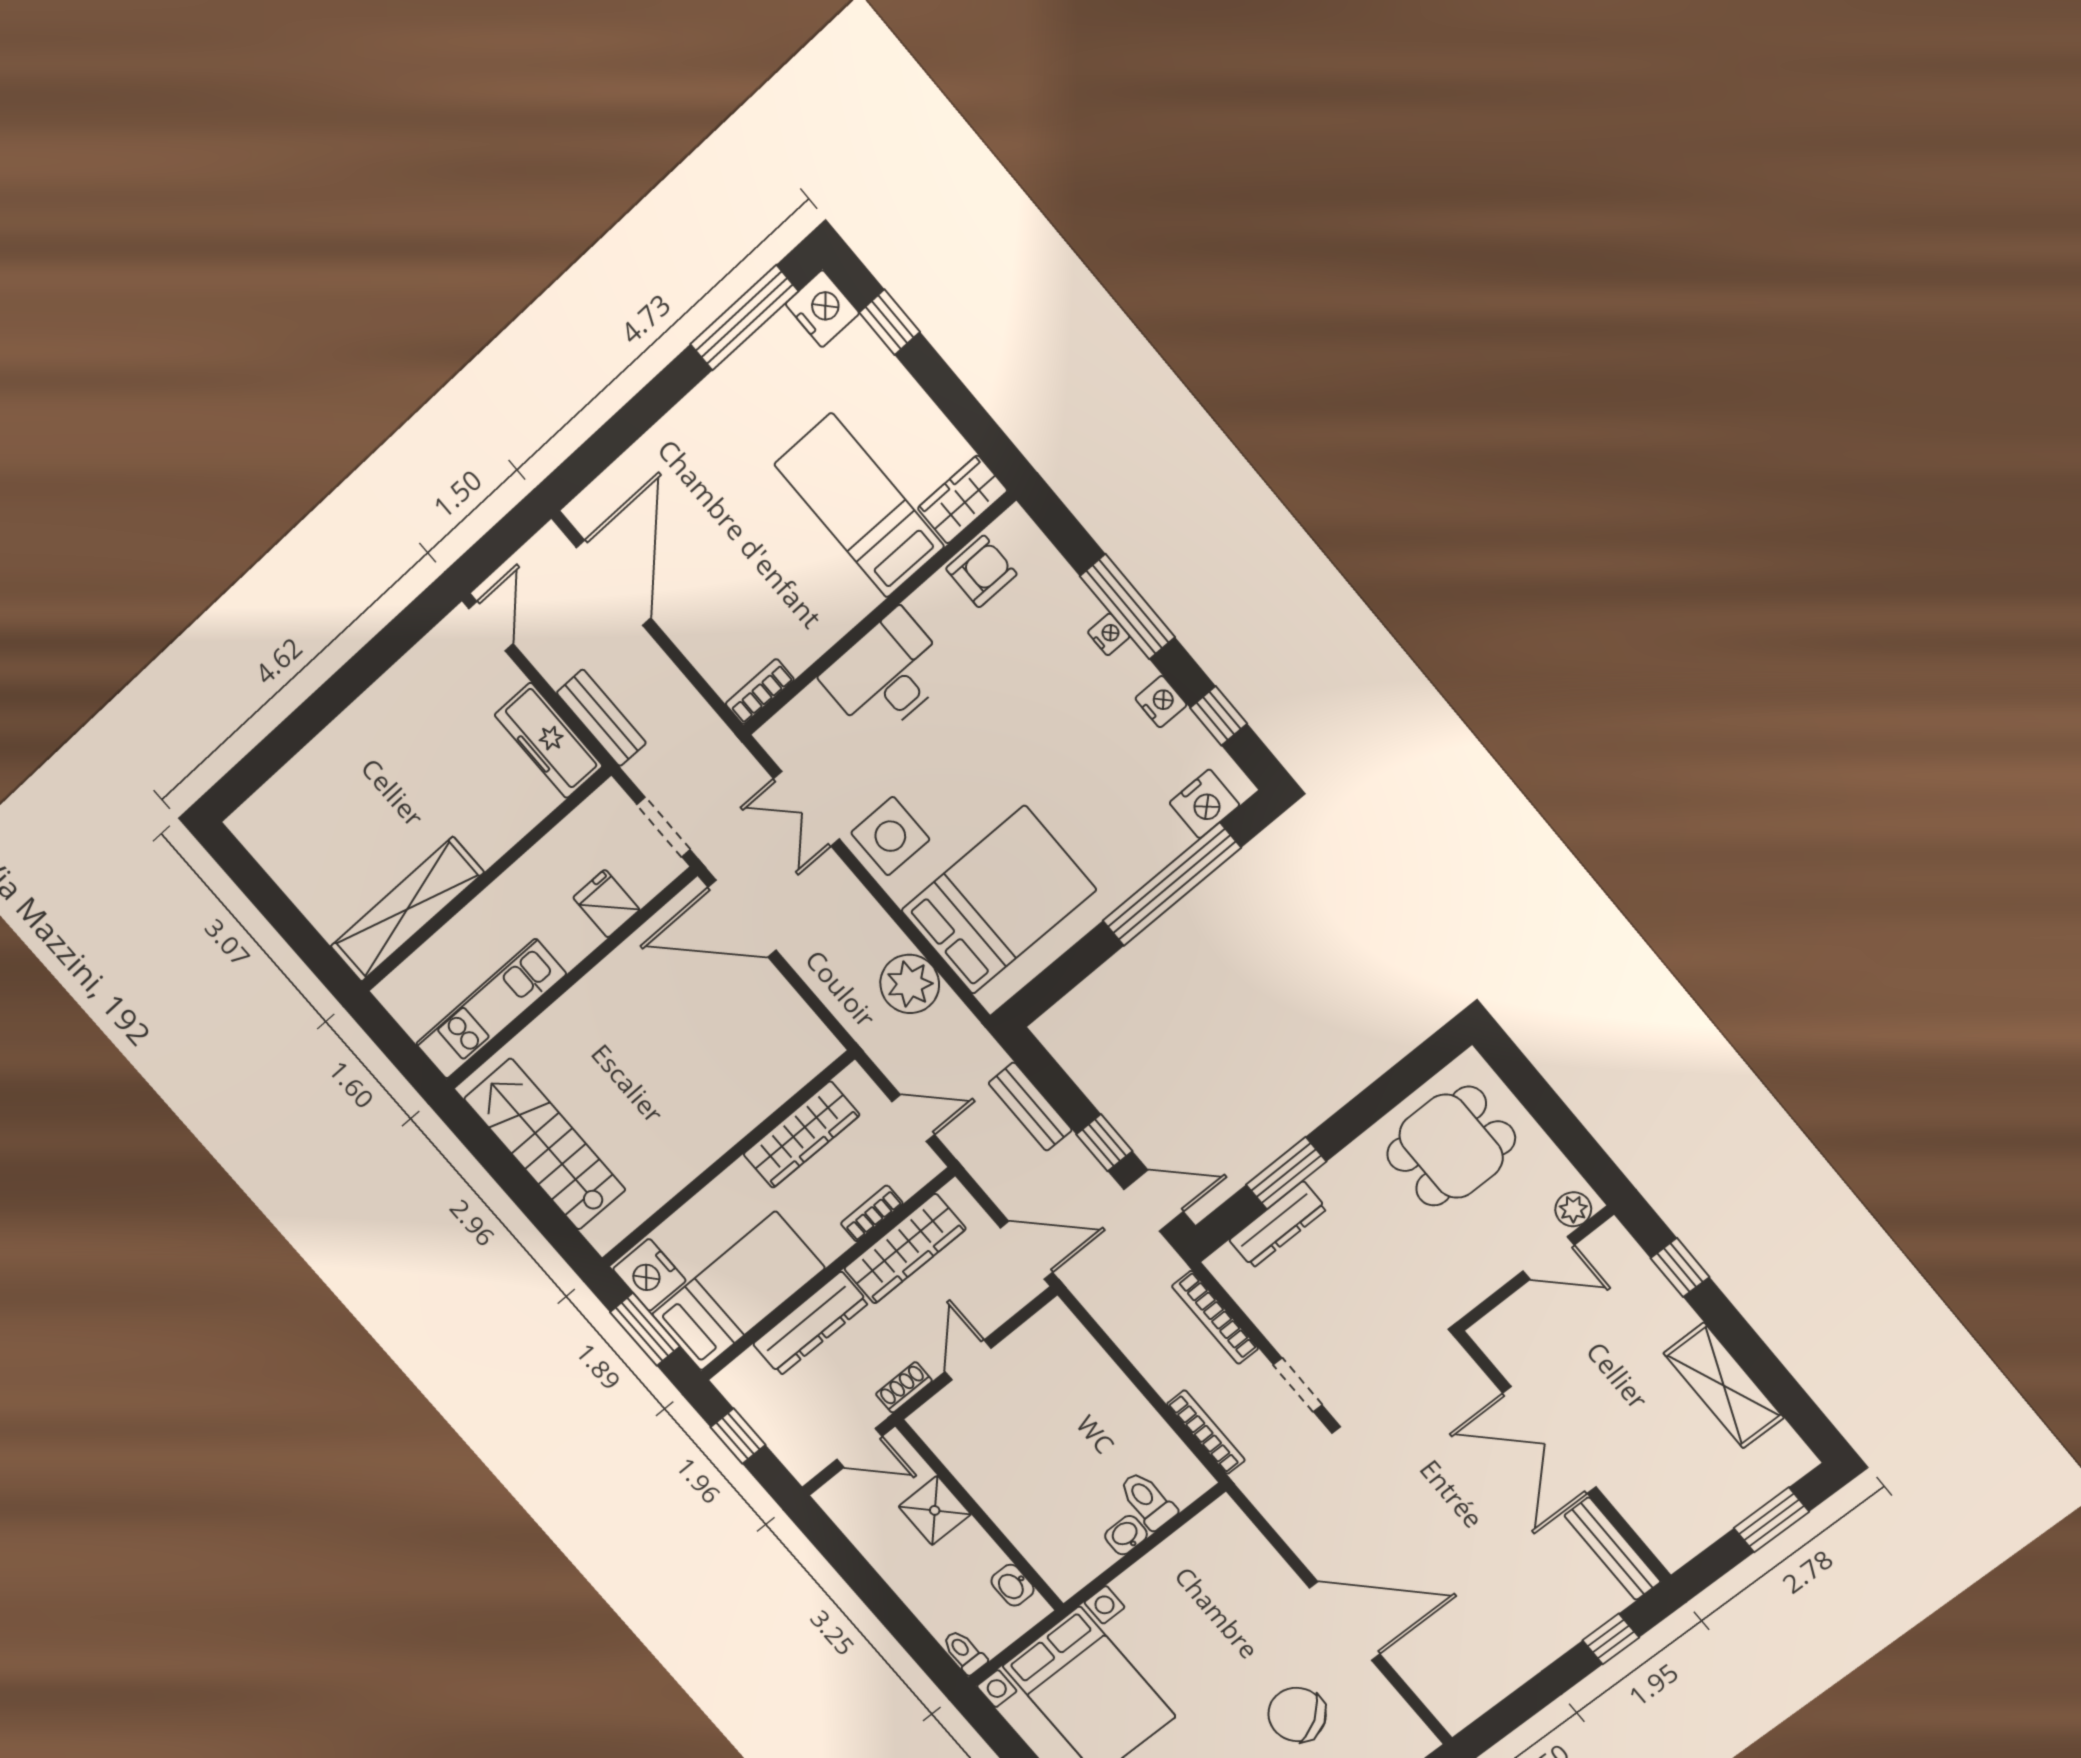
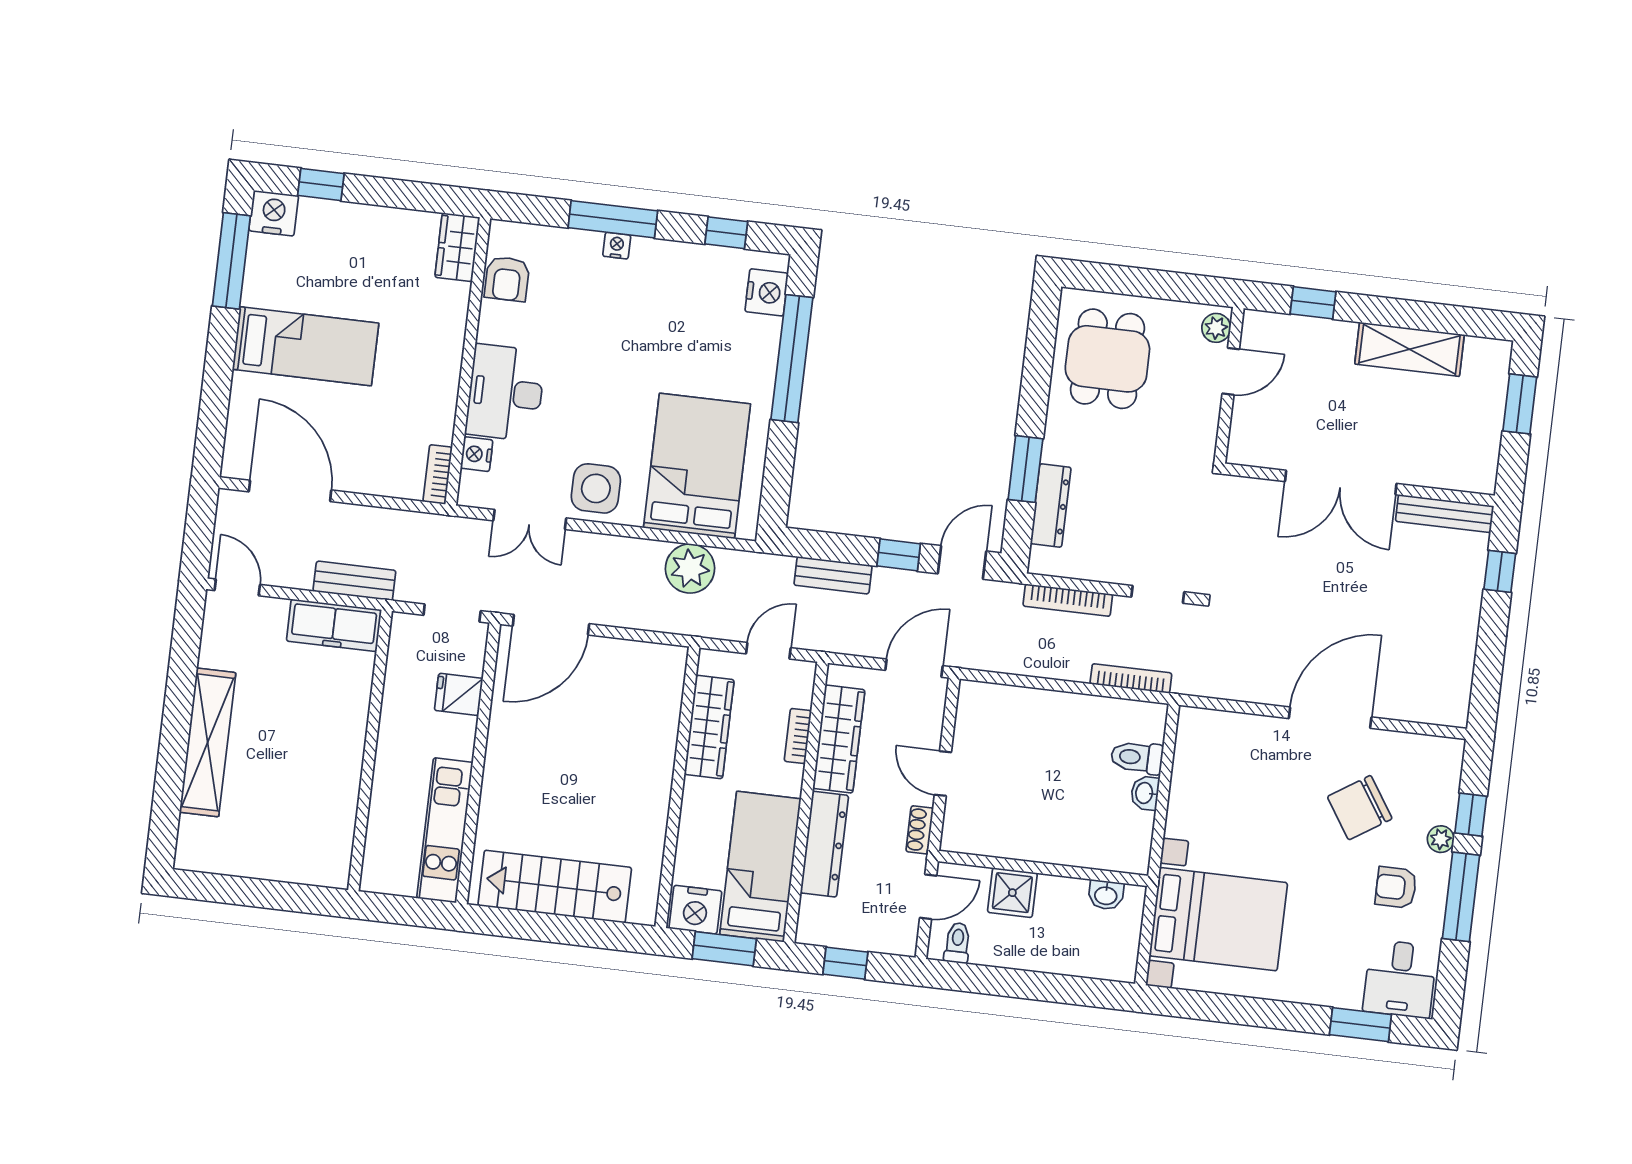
bed: (859, 505) -> (306, 346), moved, turned 180
armchair: (981, 571) -> (507, 279), turned 180
nightstand: (1161, 702) -> (477, 454), moved, turned -90
shelving: (407, 909) -> (208, 742), moved
toilet: (964, 1652) -> (957, 943), moved, turned 90

